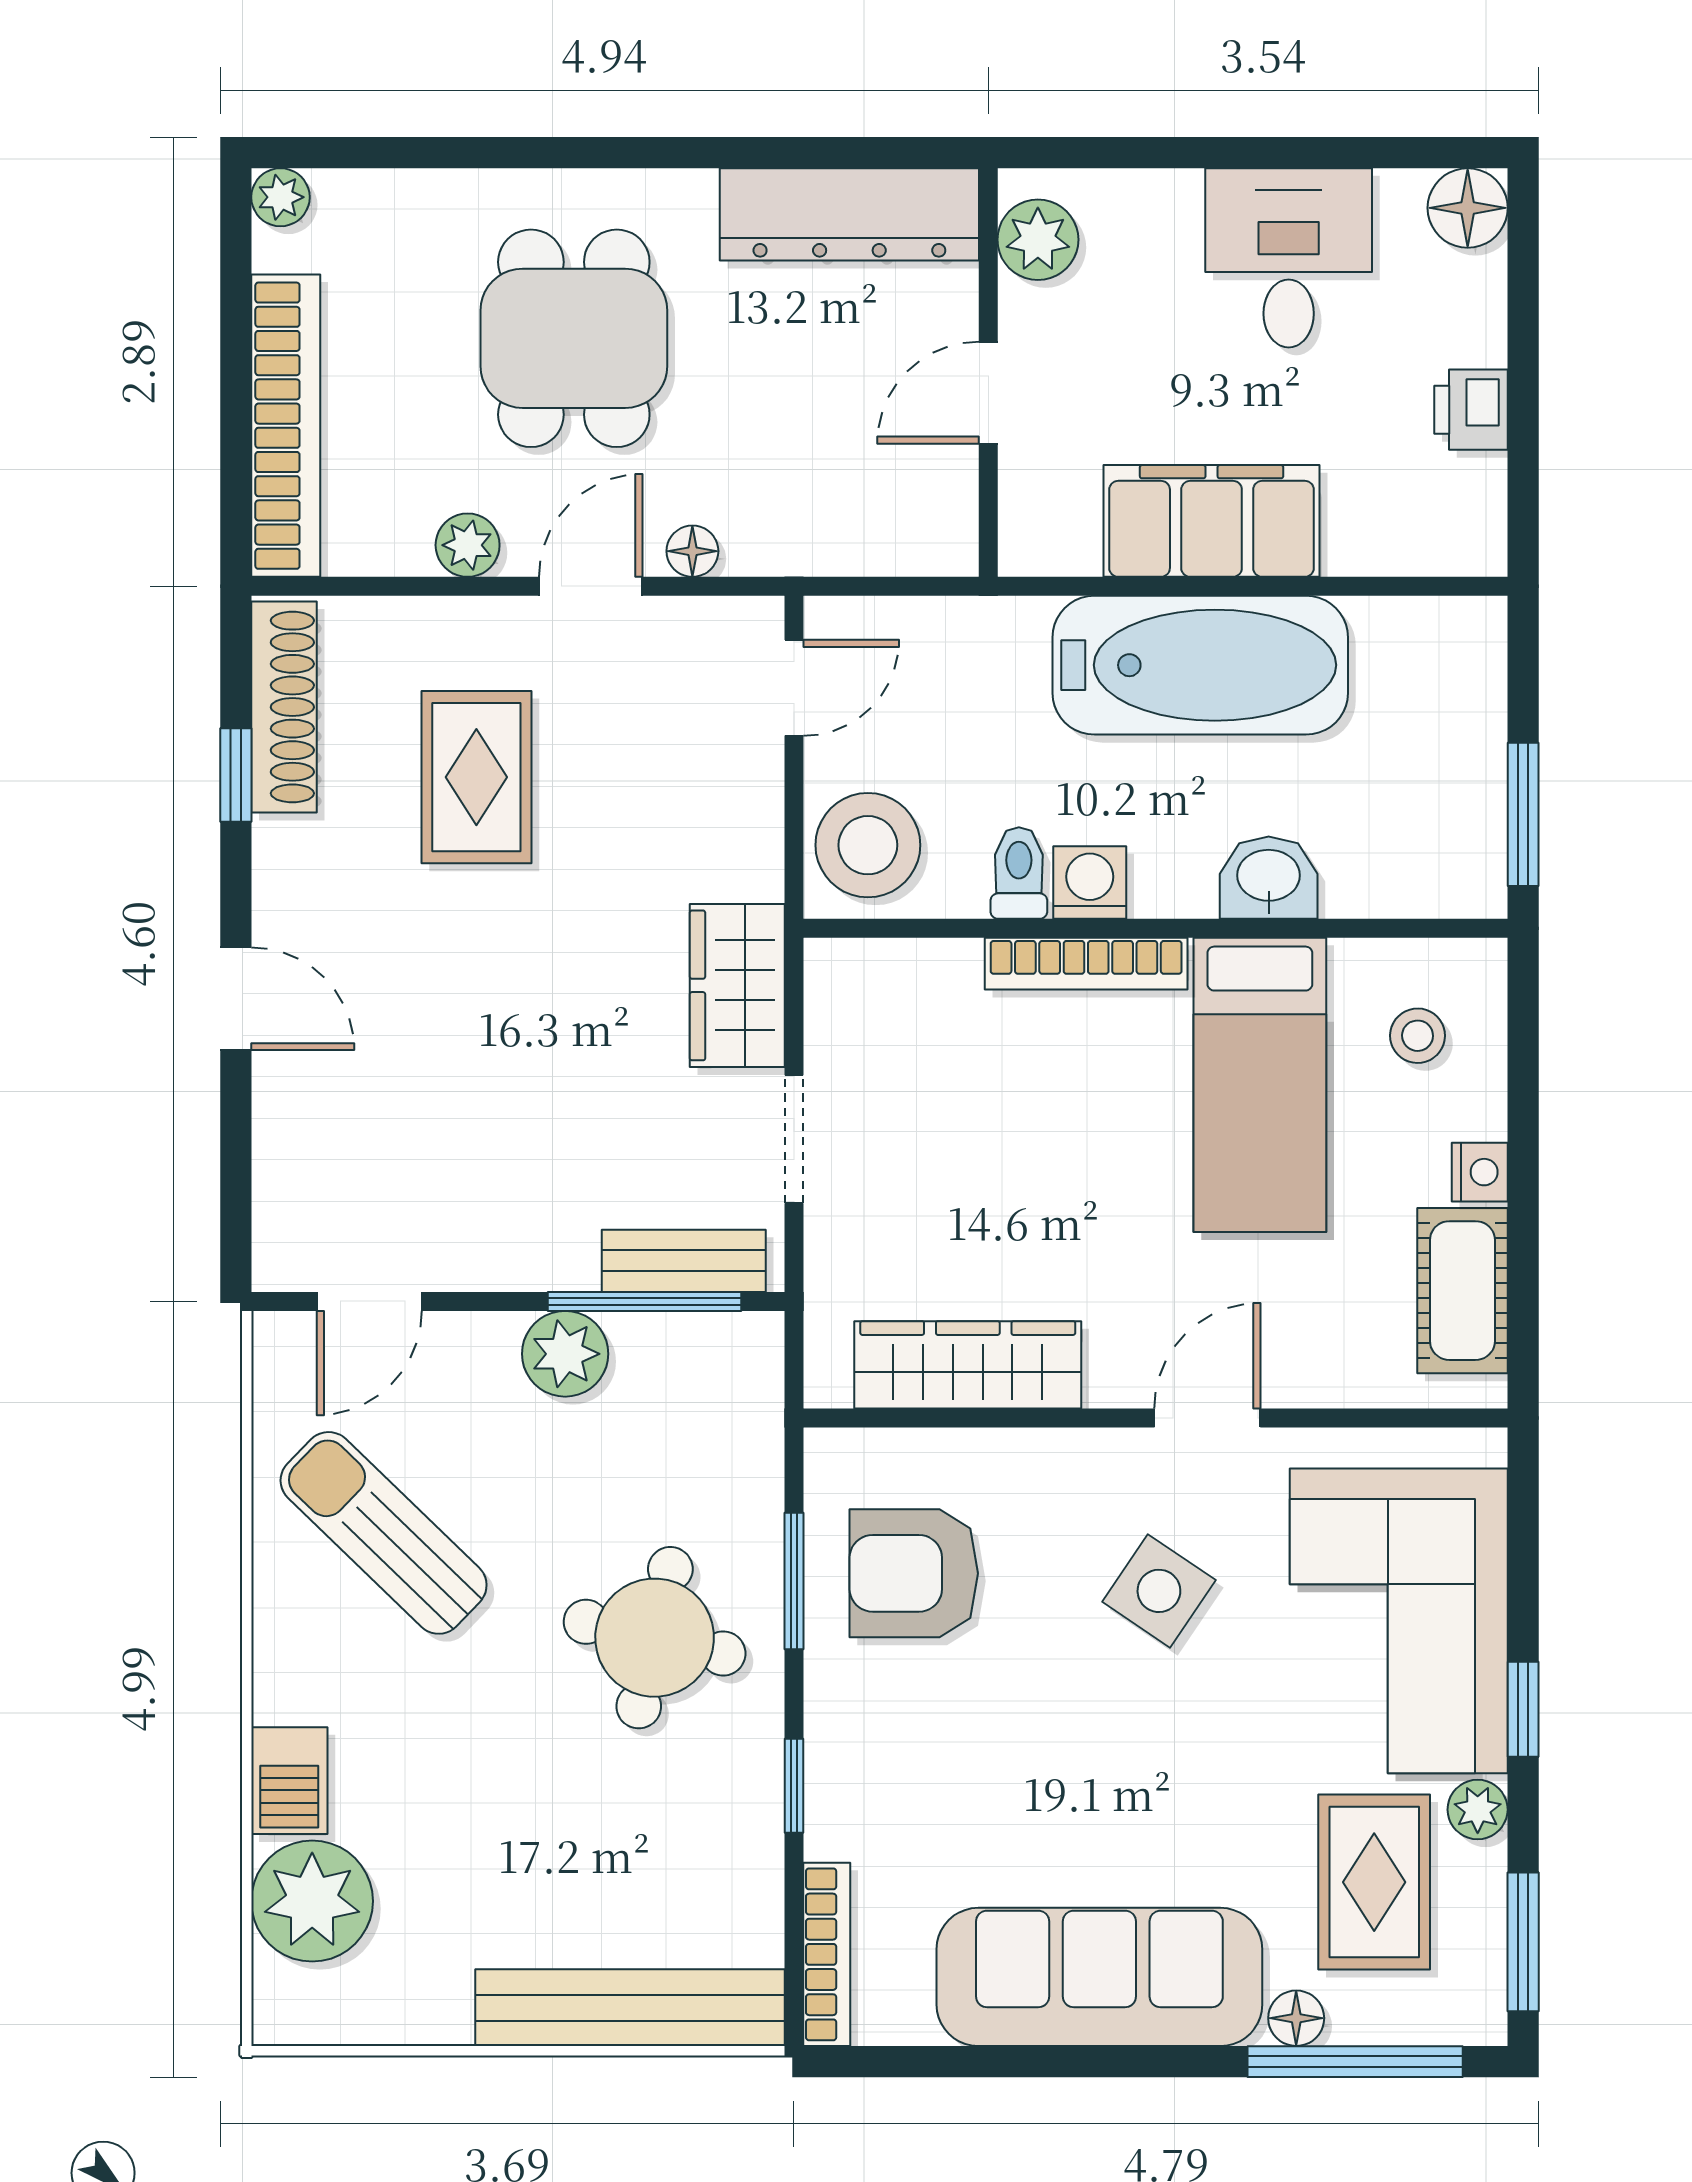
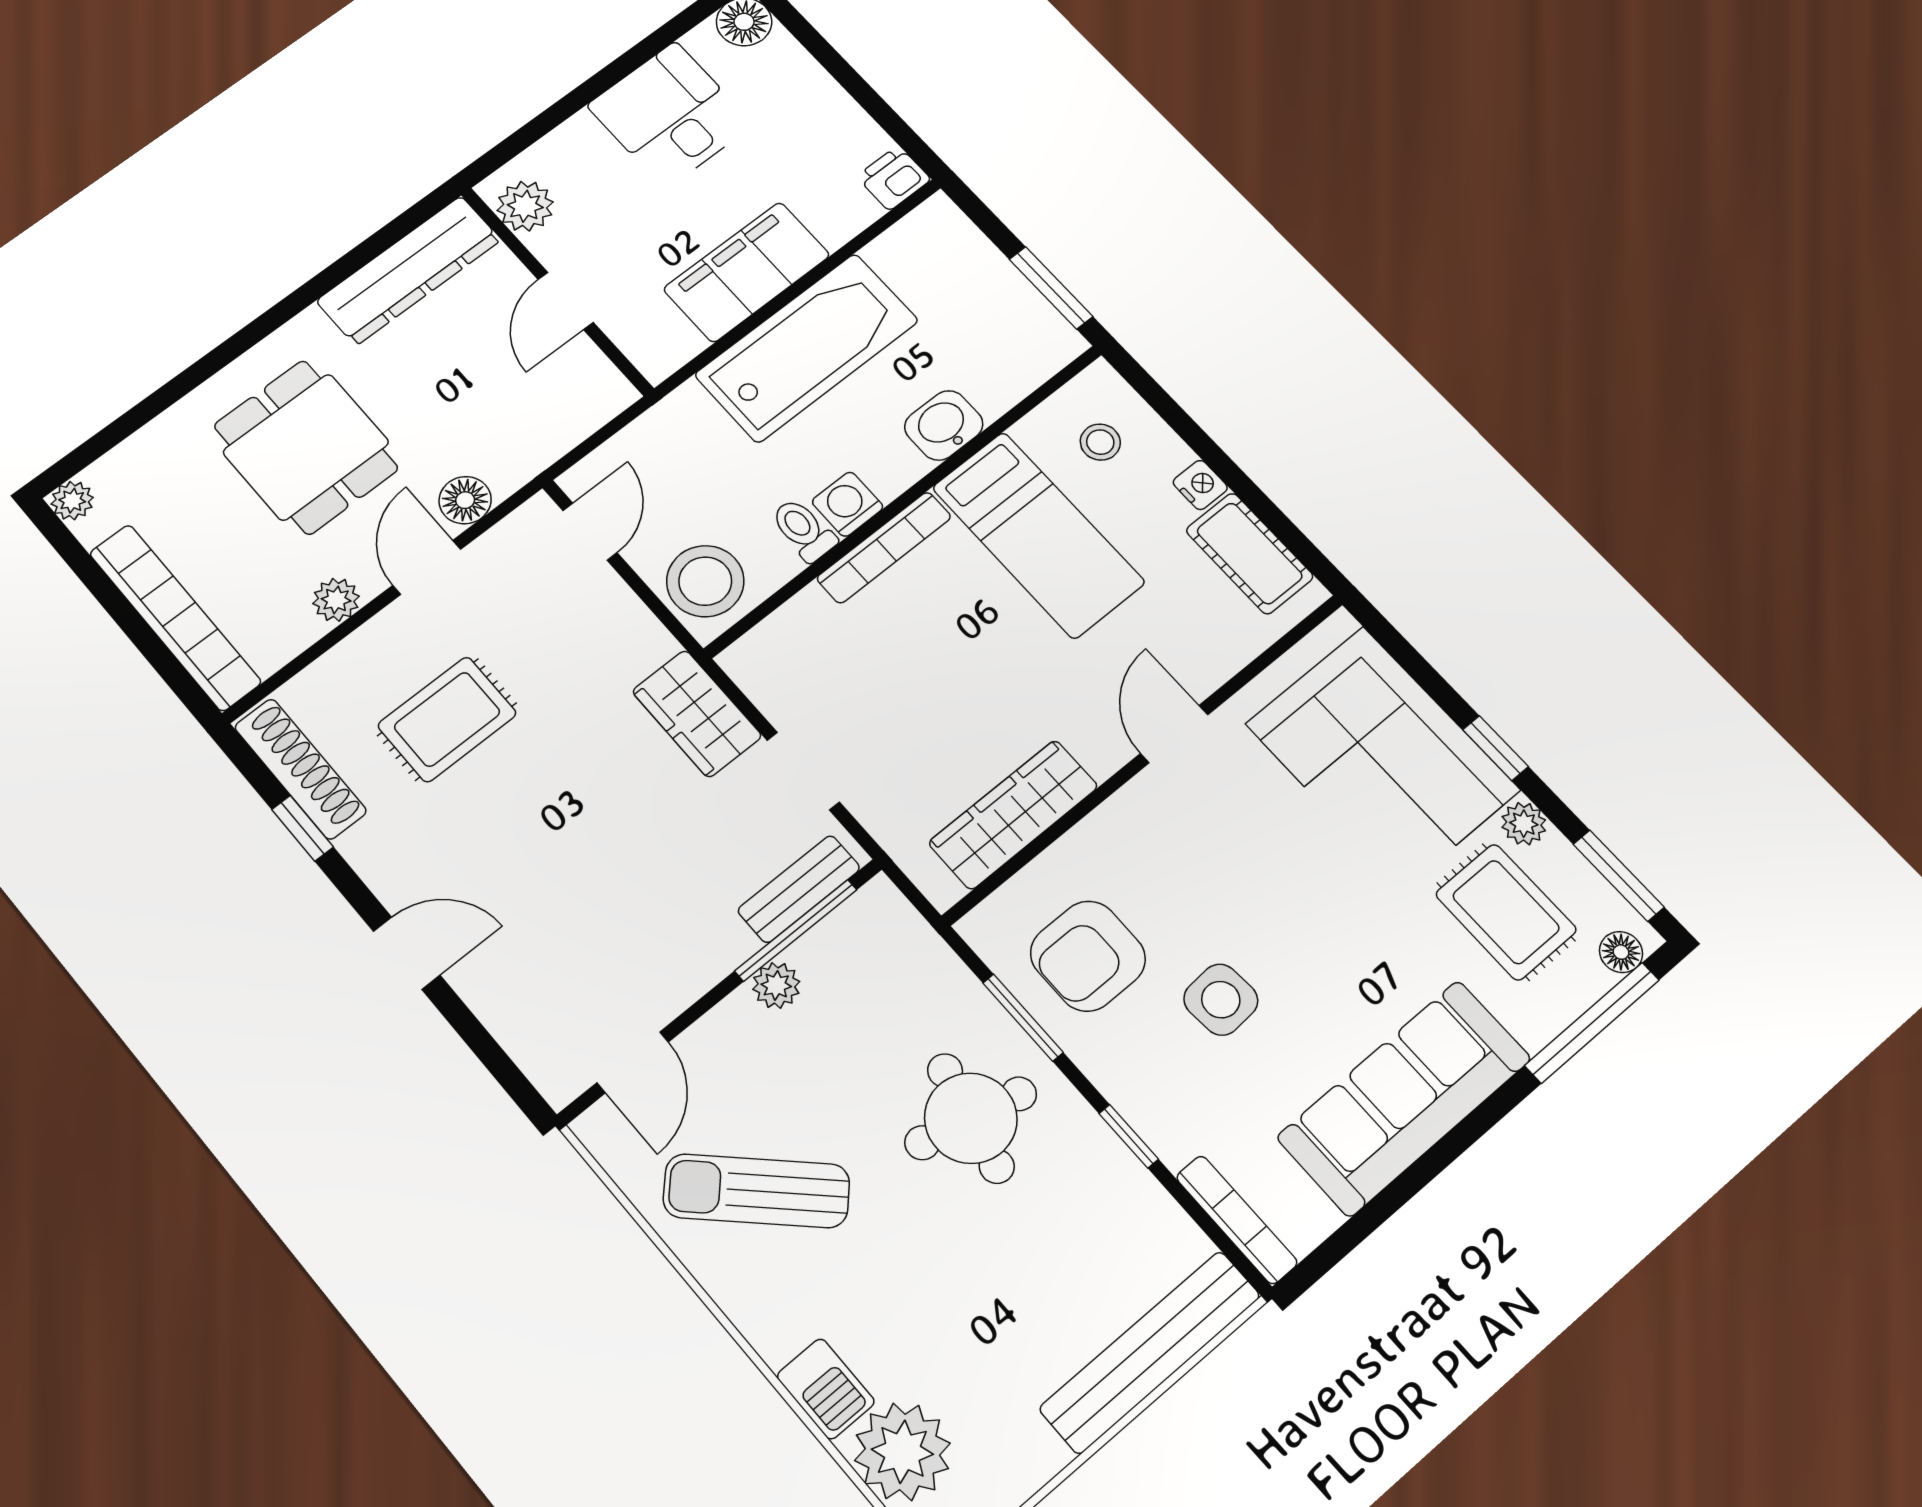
printer: (1471, 410) -> (894, 178), moved, turned 90
floor lamp: (692, 551) -> (465, 500), width x1.37, depth x1.37
rug: (476, 777) -> (447, 719), turned 90
plant: (565, 1354) -> (776, 985), width x0.73, depth x0.73
side table: (1159, 1591) -> (1221, 1000), moved, turned -38
floor lamp: (1296, 2018) -> (1621, 952), moved

